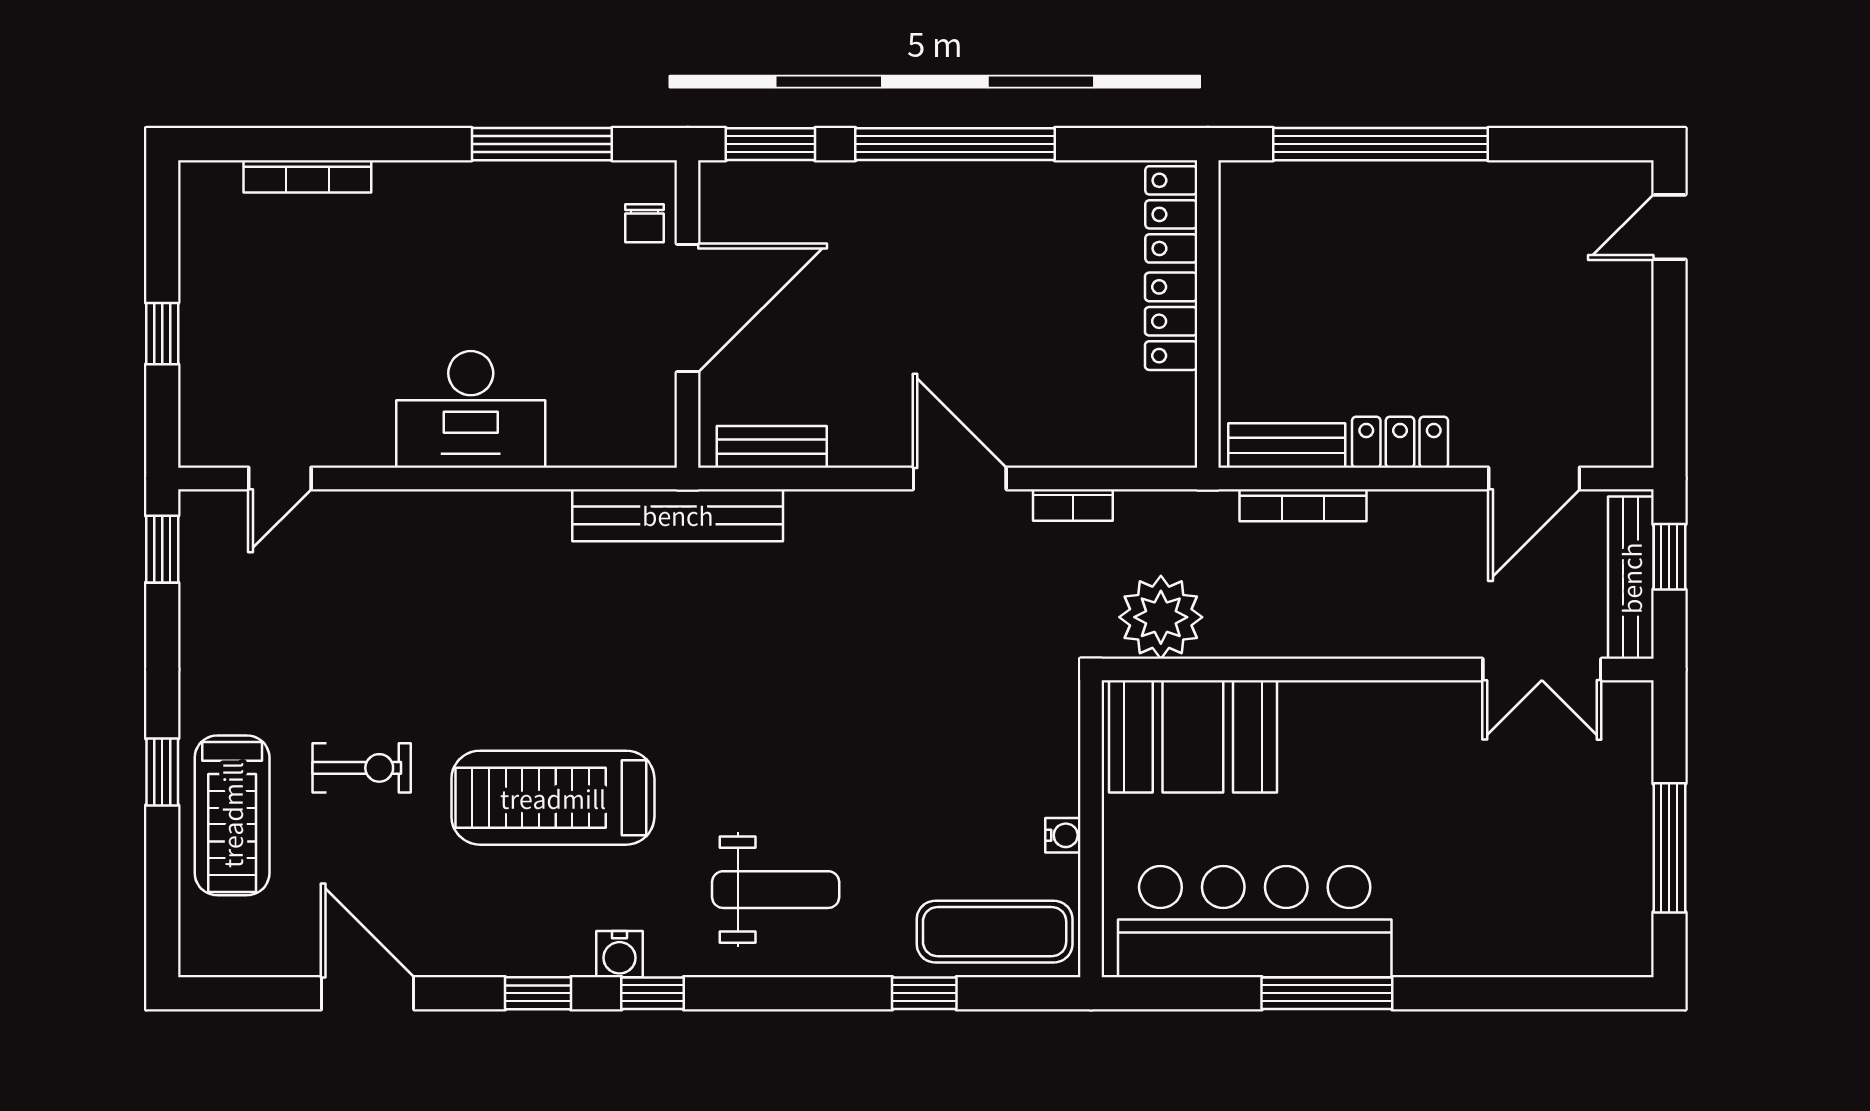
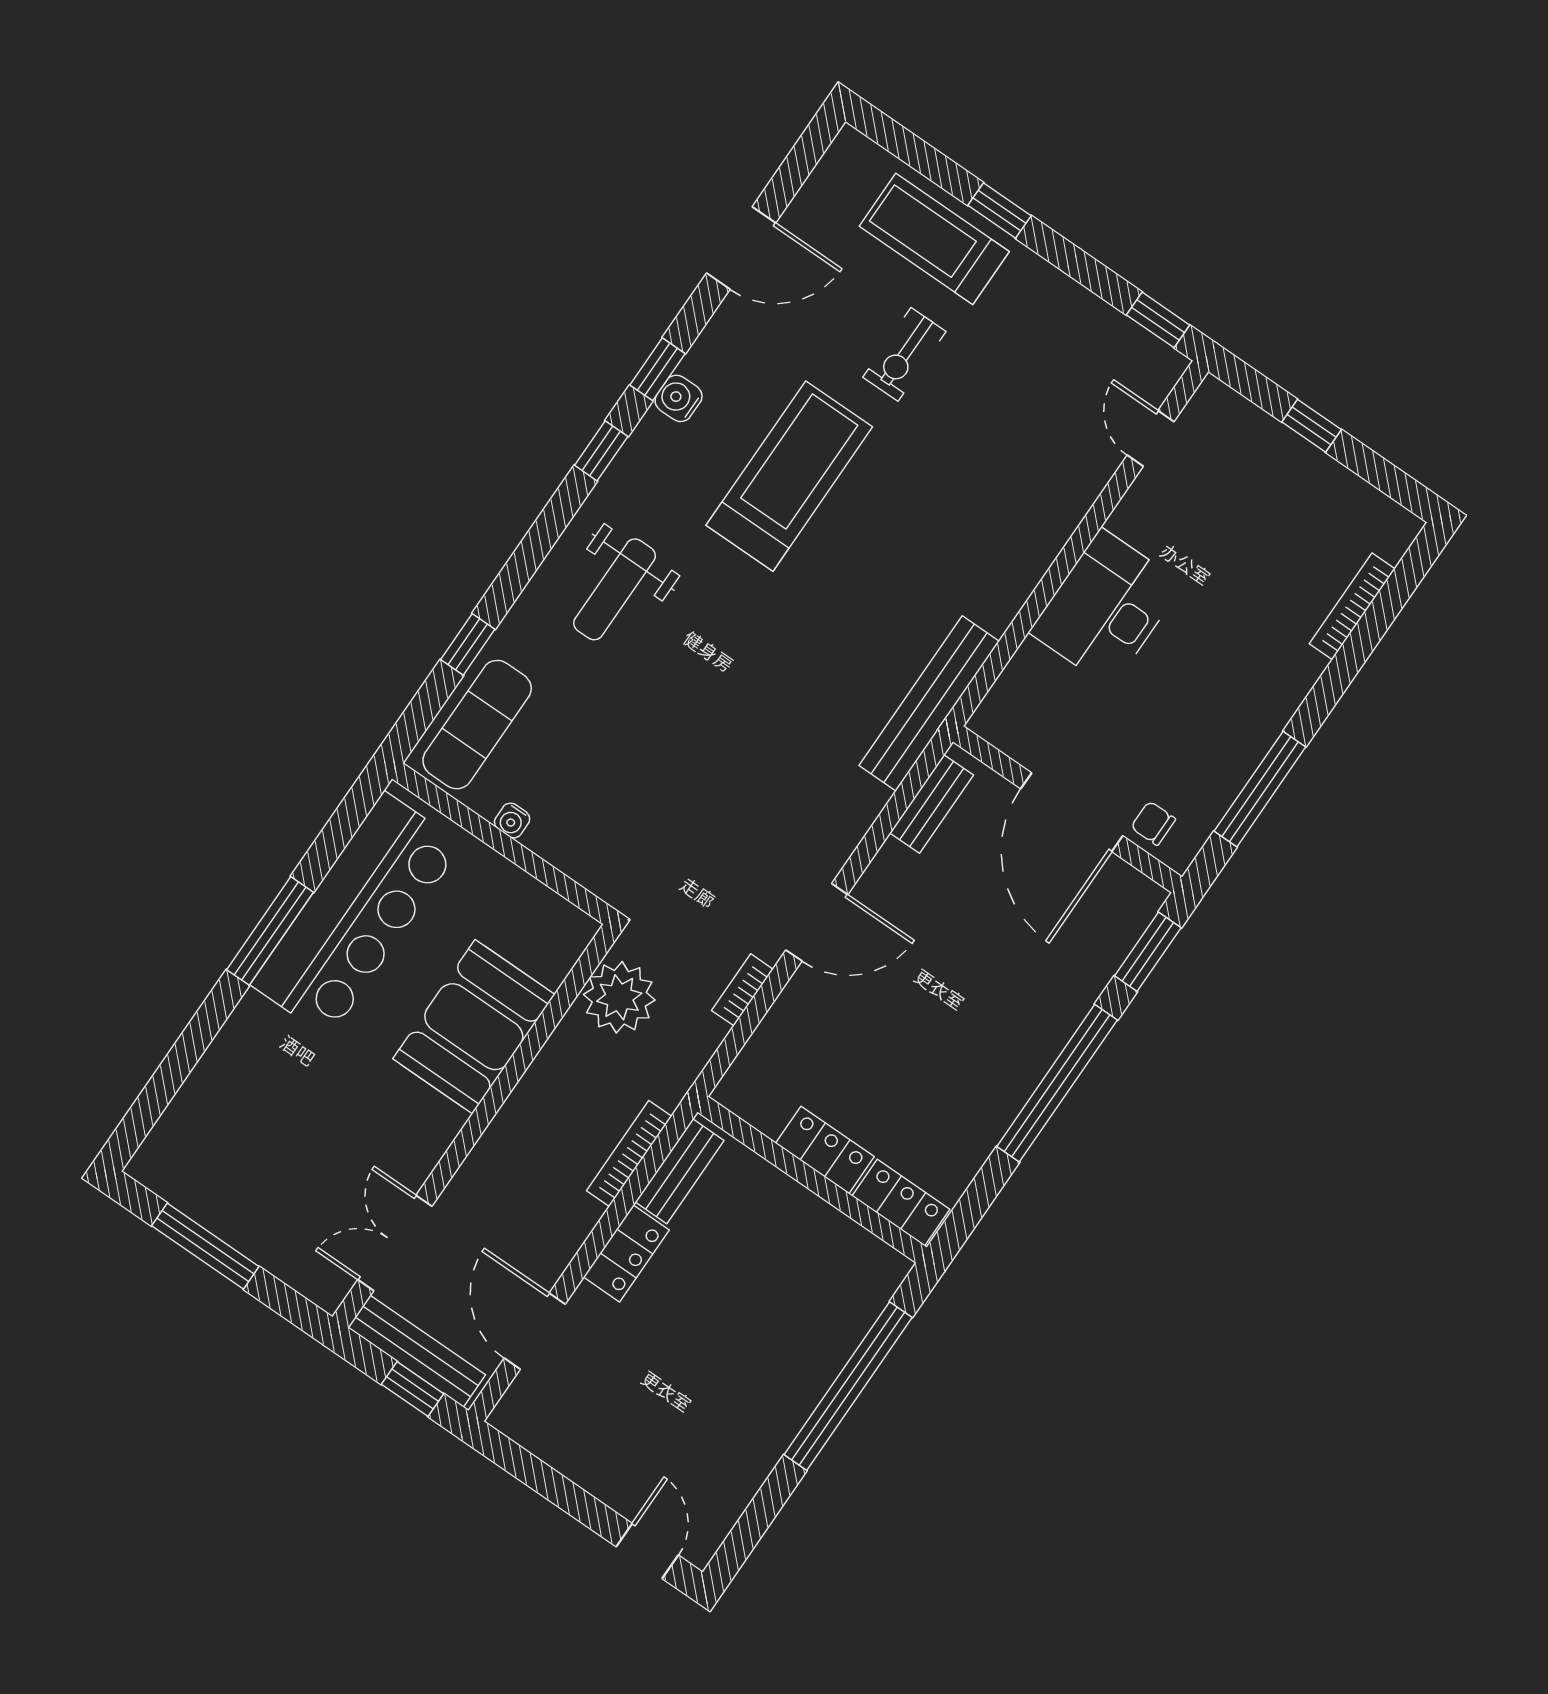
booth: (1193, 736) -> (474, 1027), moved
water cooler: (619, 954) -> (679, 398), moved

